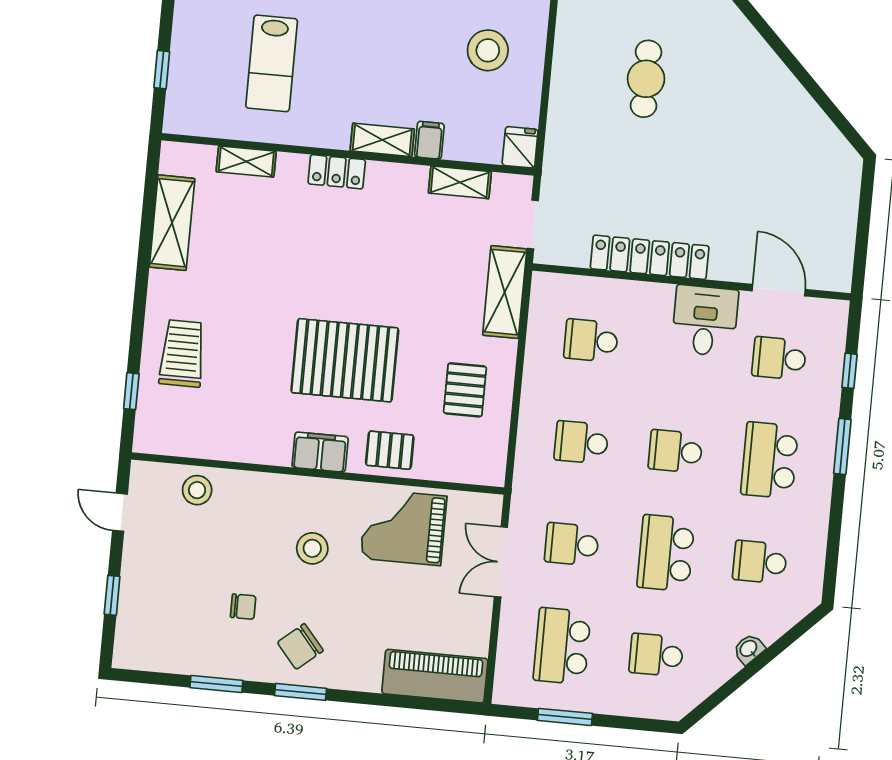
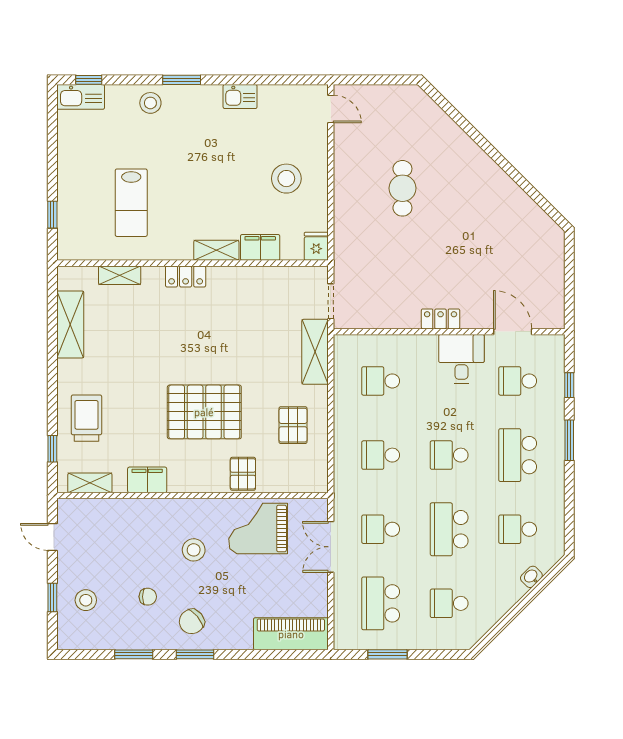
filing cabinet: (429, 140) -> (260, 247), width x2.00
shelving: (460, 182) -> (90, 483), moved
locker: (650, 257) -> (441, 319), width x0.46, depth x0.83
pallet: (390, 450) -> (243, 474), turned 90
filing cabinet: (320, 452) -> (147, 480), moved
stool: (197, 490) -> (86, 600), moved
washbasin: (749, 649) -> (531, 577), moved

